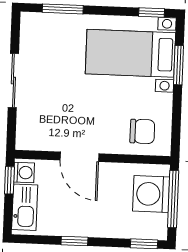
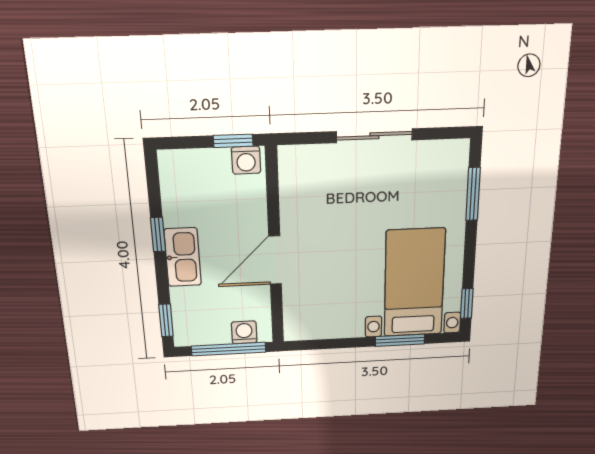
chair: (142, 131) -> (313, 306), removed
door: (79, 157) -> (275, 260), moved
washing machine: (151, 194) -> (244, 332), width x0.53, depth x0.53
kitchen sink: (25, 207) -> (183, 257), moved, turned -90

